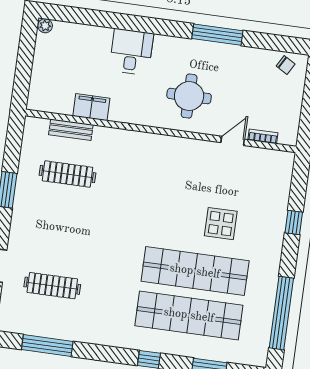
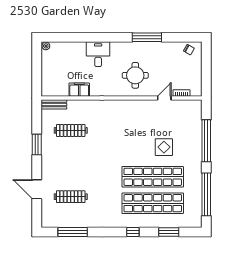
bench: (71, 130) -> (54, 104), moved
window: (294, 222) -> (206, 141), width x3.17

